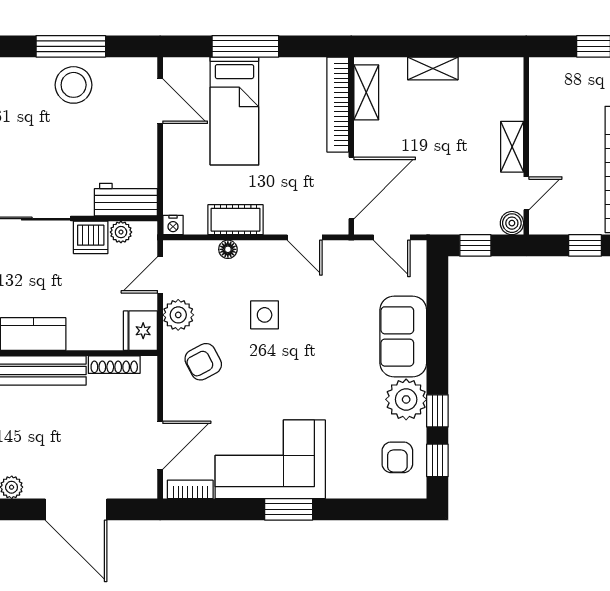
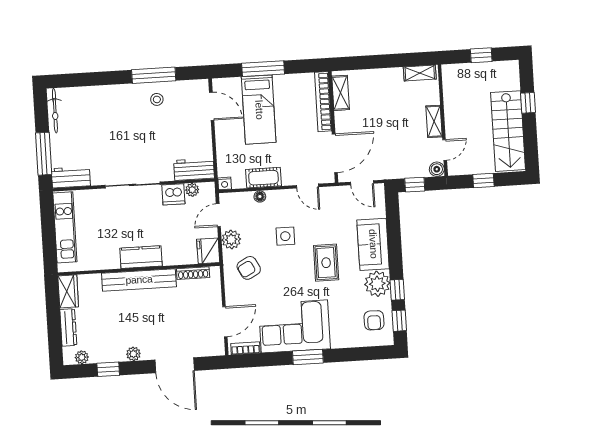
shelving: (433, 68) -> (420, 73), moved
stool: (74, 85) -> (157, 99), width x0.53, depth x0.53
rug: (327, 361) -> (326, 263), added

